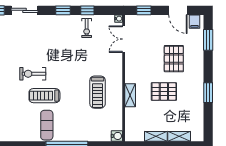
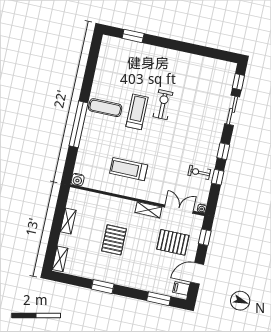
pallet: (174, 59) -> (173, 242), moved
shelving: (130, 95) -> (148, 210), moved
shelving: (179, 136) -> (60, 259), moved

